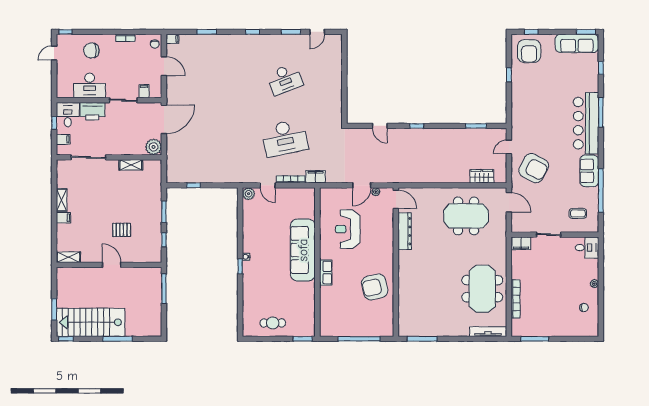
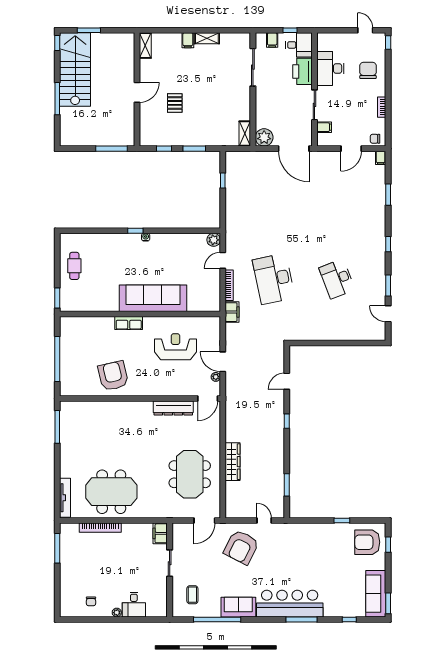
shelving: (131, 165) -> (245, 134), moved
wardrobe: (482, 176) -> (232, 462), moved, width x1.50
desk: (587, 248) -> (134, 605), moved

